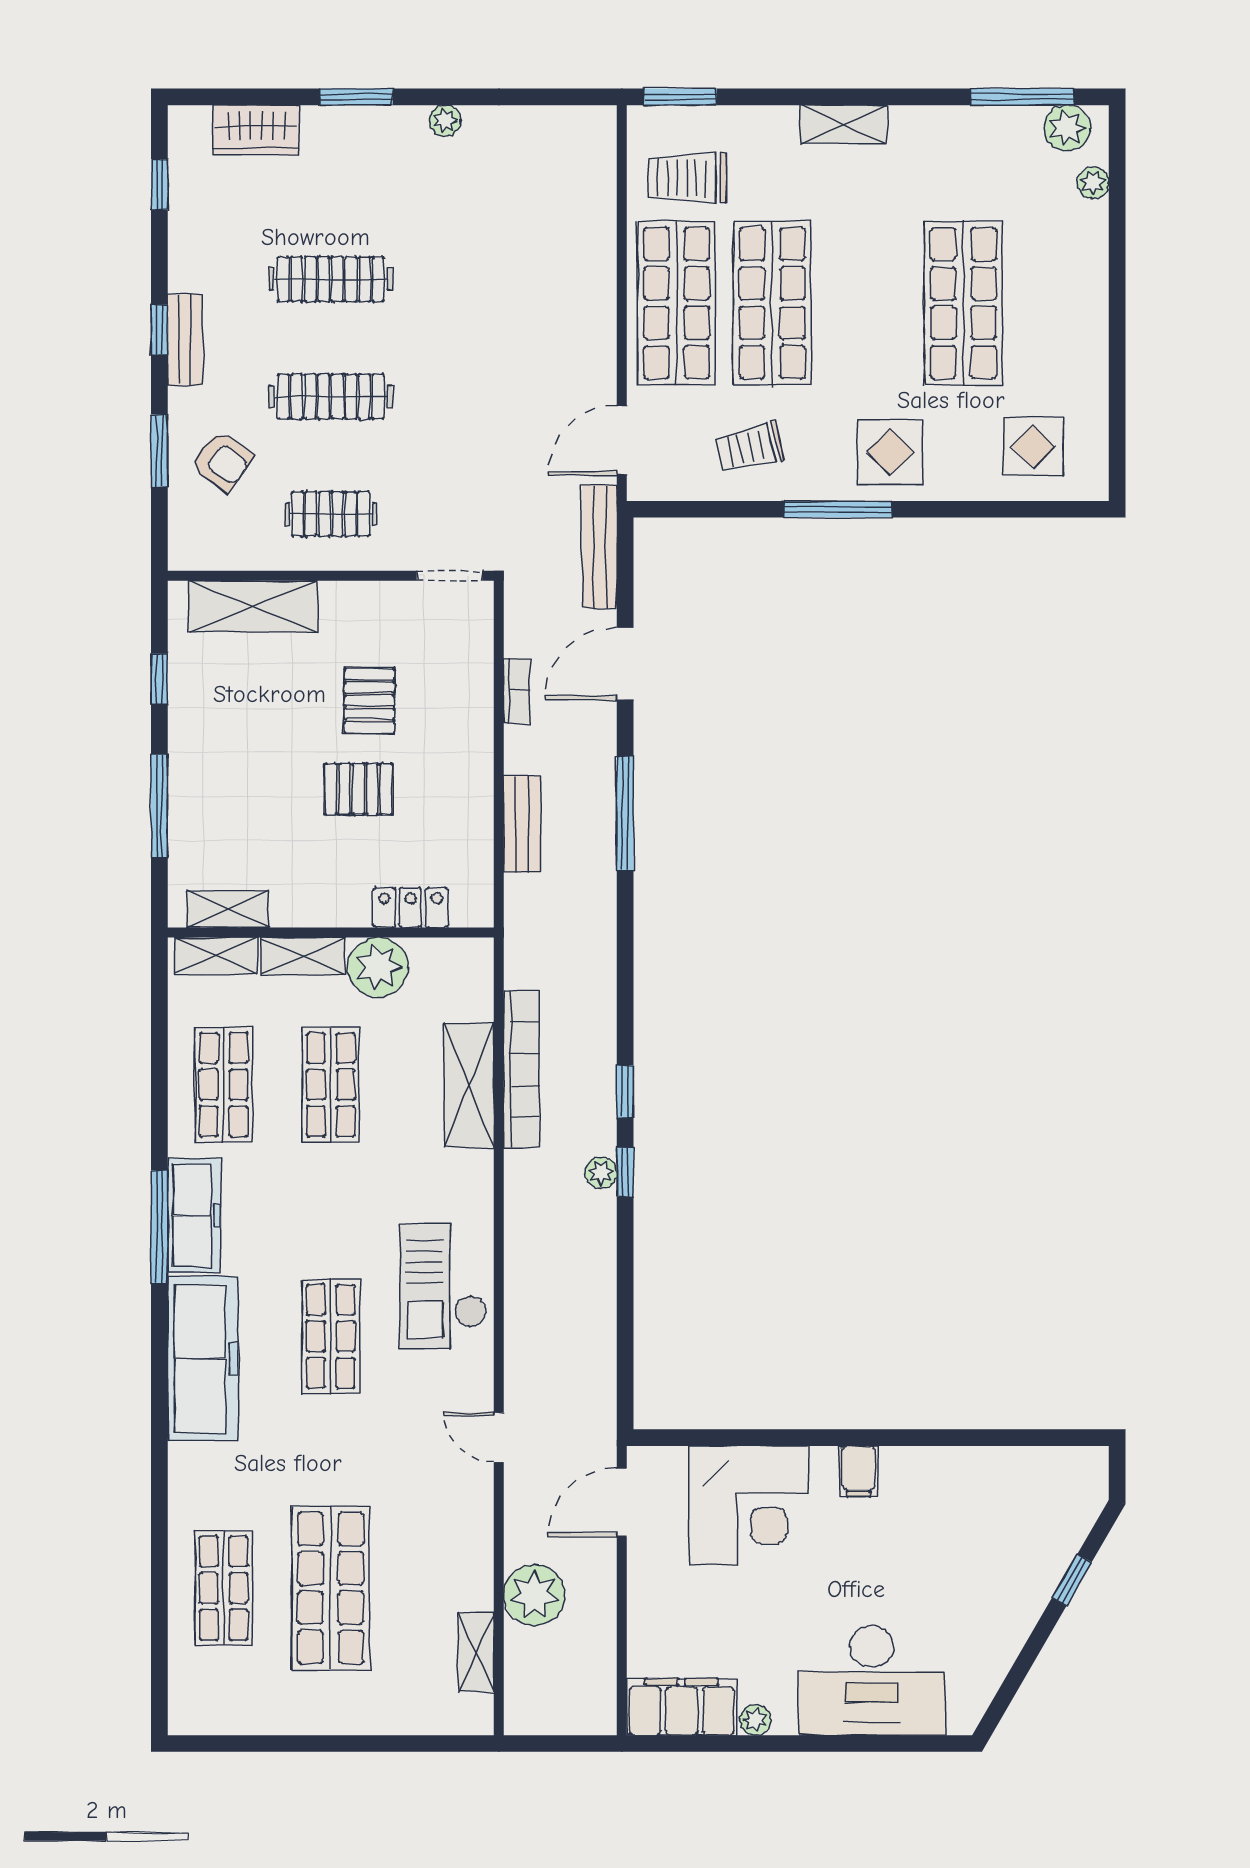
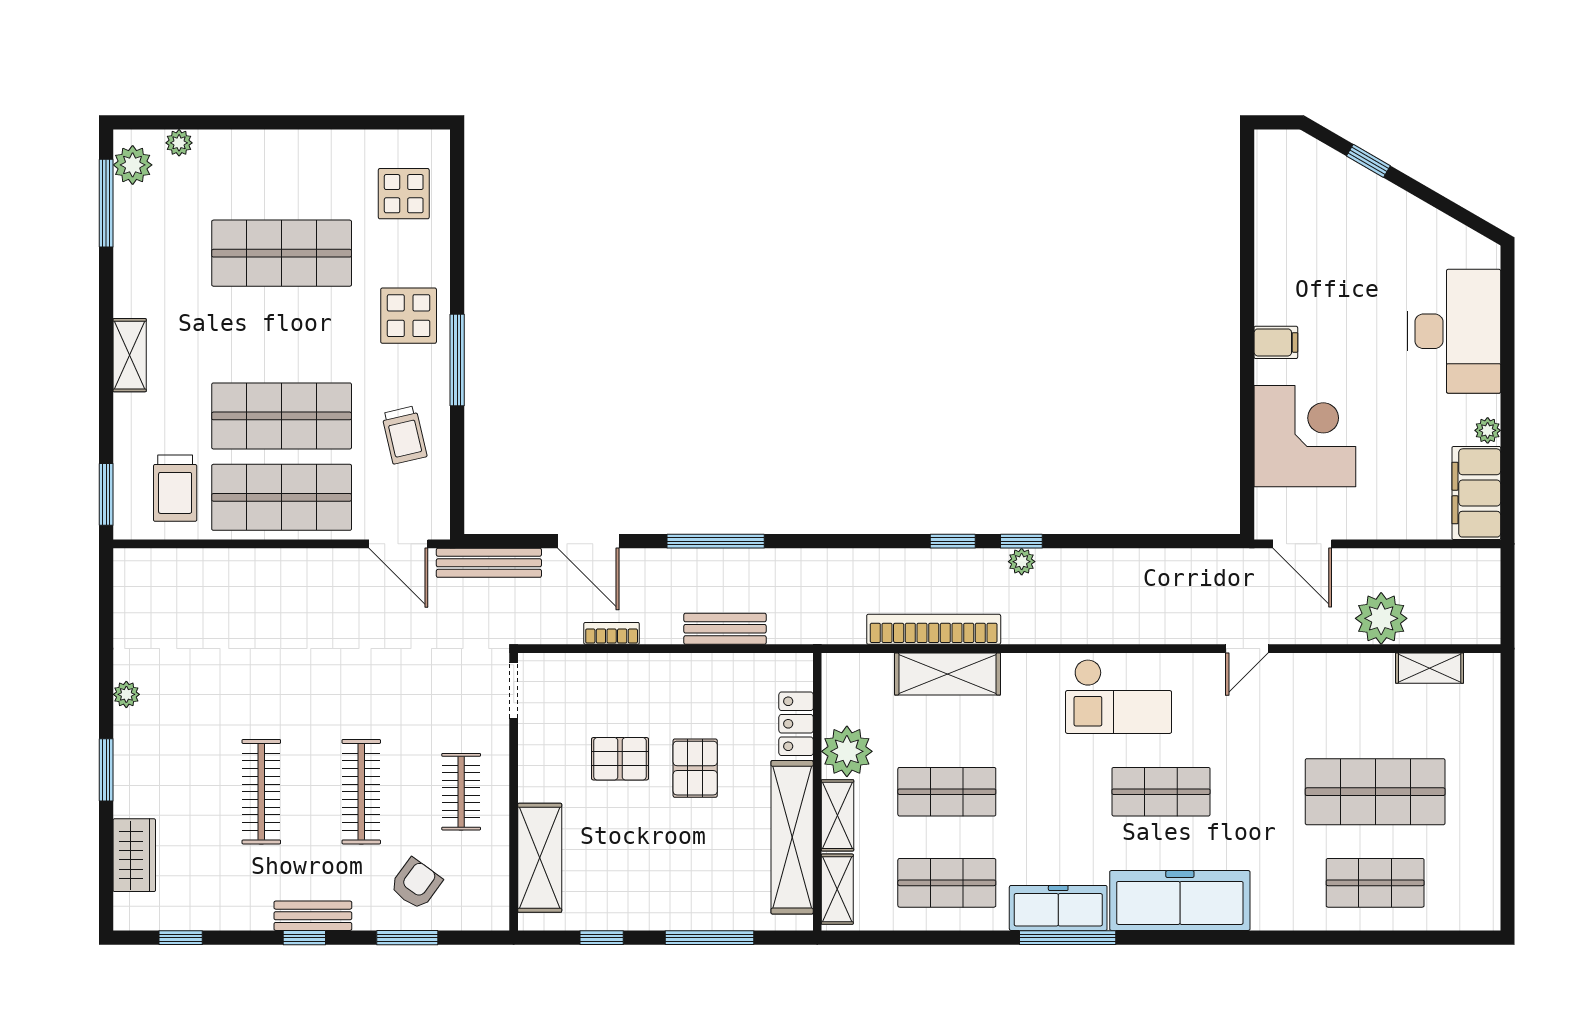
shelving: (228, 909) -> (792, 837), width x2.20, depth x1.33

